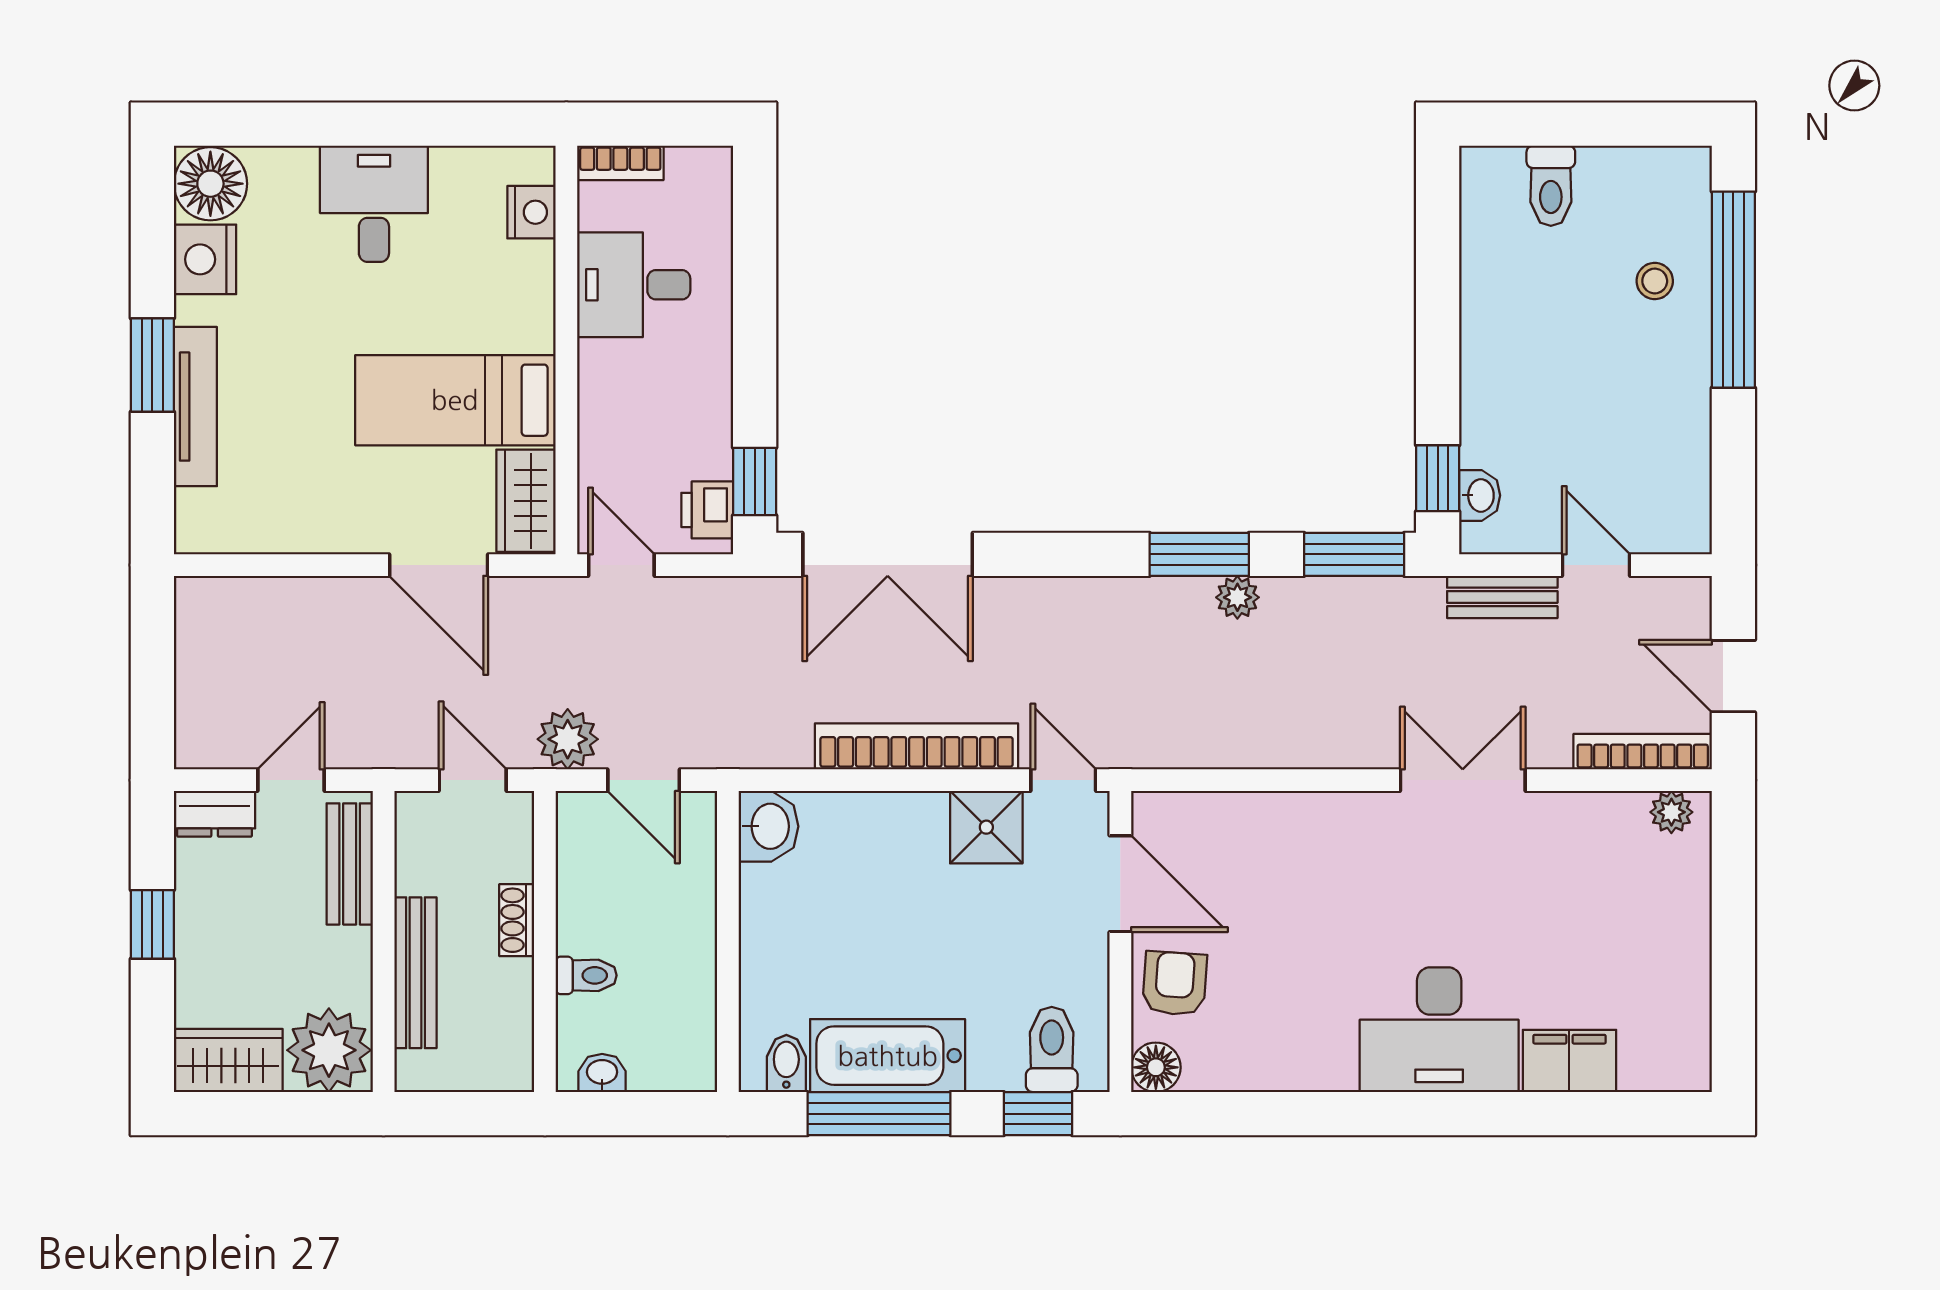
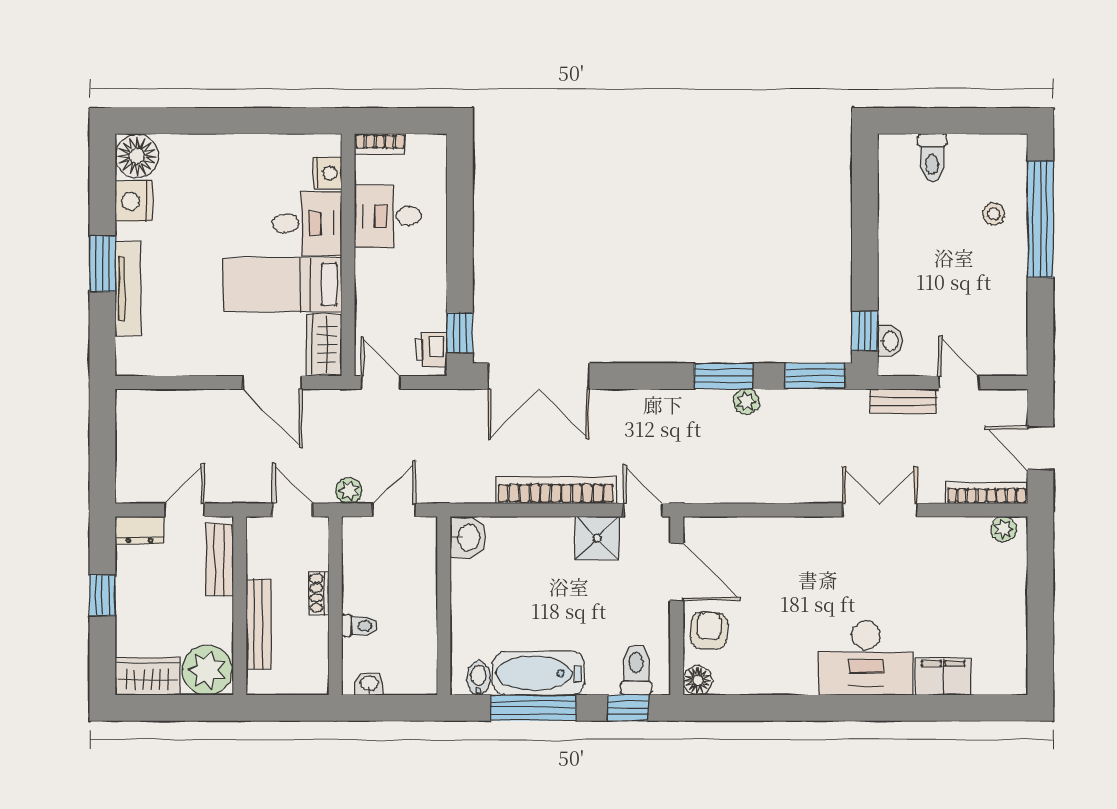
desk: (374, 204) -> (307, 223), moved, turned 90
plant: (568, 739) -> (349, 491), width x0.73, depth x0.73
door: (644, 780) -> (394, 510), swing flipped

